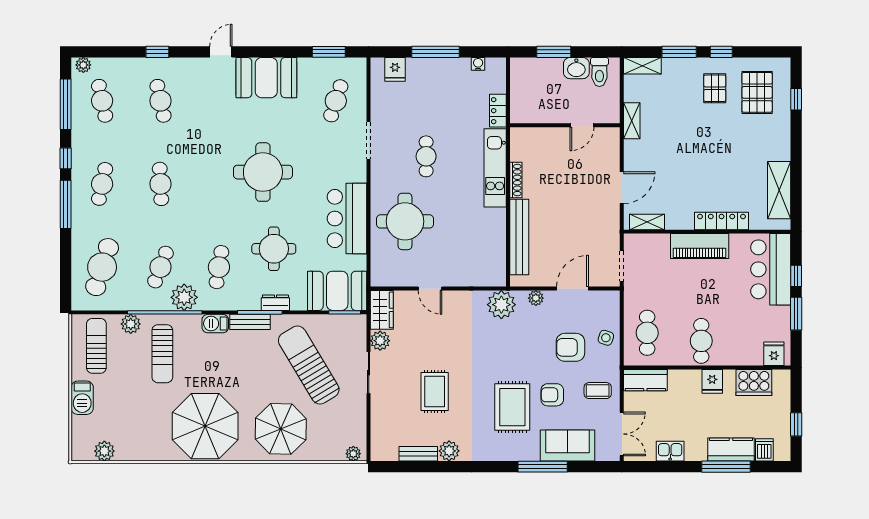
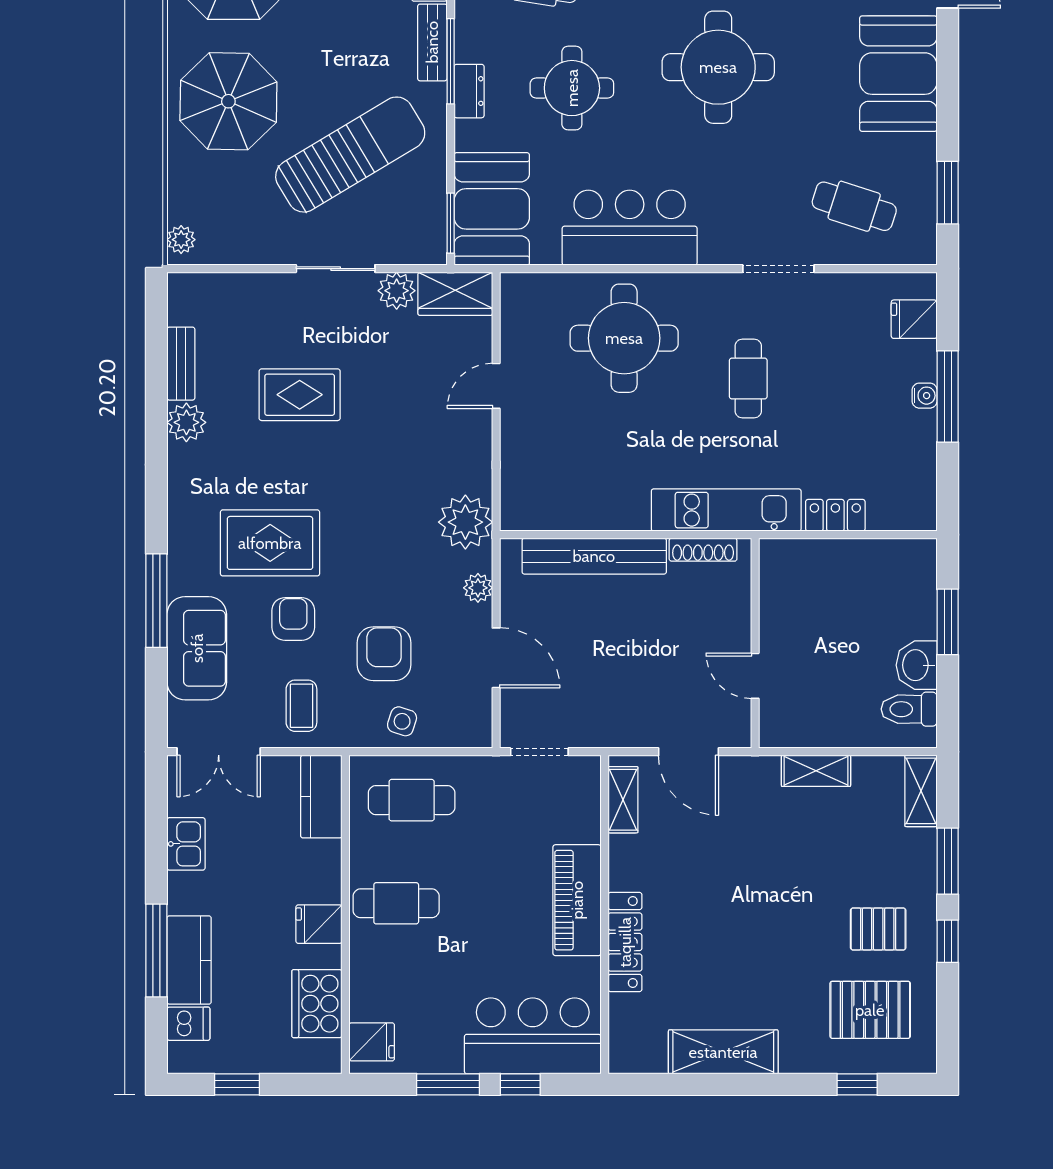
water cooler: (478, 64) -> (925, 396), moved
wall: (565, 125) -> (755, 643), moved
door: (582, 125) -> (755, 676), moved
cafe table: (426, 156) -> (748, 378), turned 90
shelving: (779, 190) -> (723, 1052), moved

